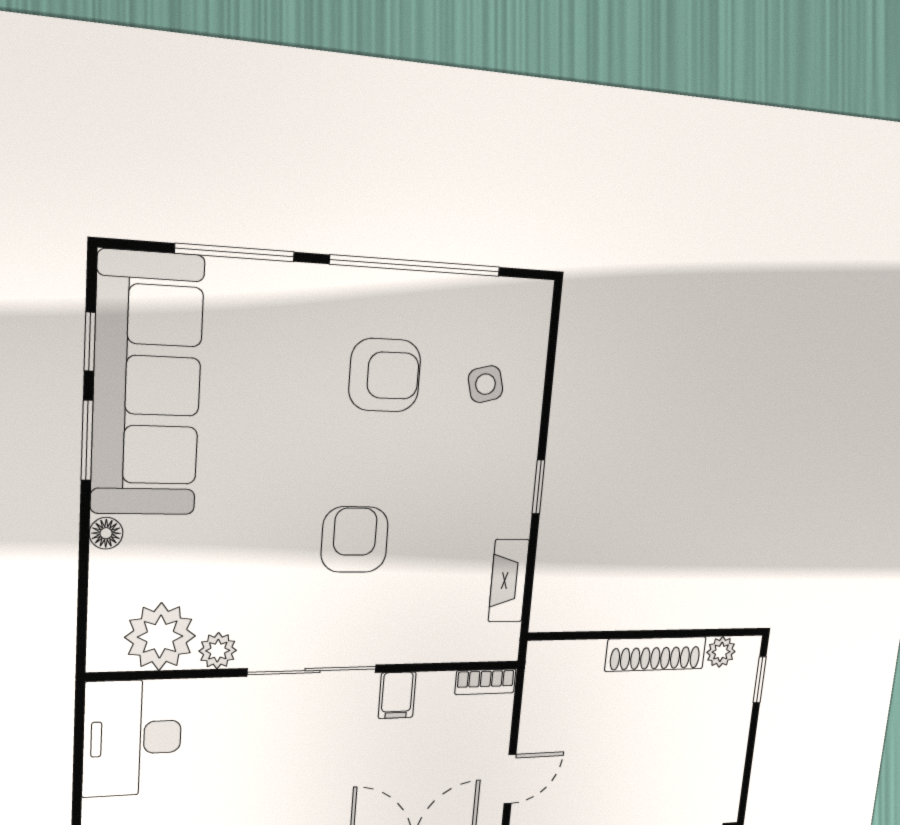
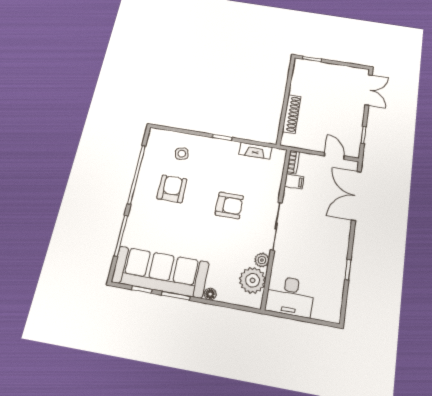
armchair: (355, 540) -> (229, 205), turned 180
plant: (721, 652) -> (298, 73), removed
shoe rack: (656, 654) -> (292, 114), moved
filing cabinet: (397, 695) -> (294, 182), moved

